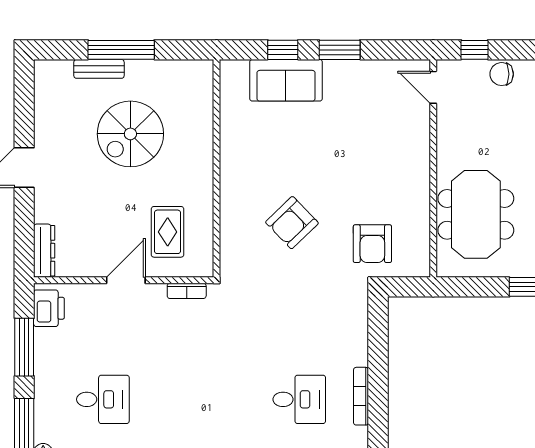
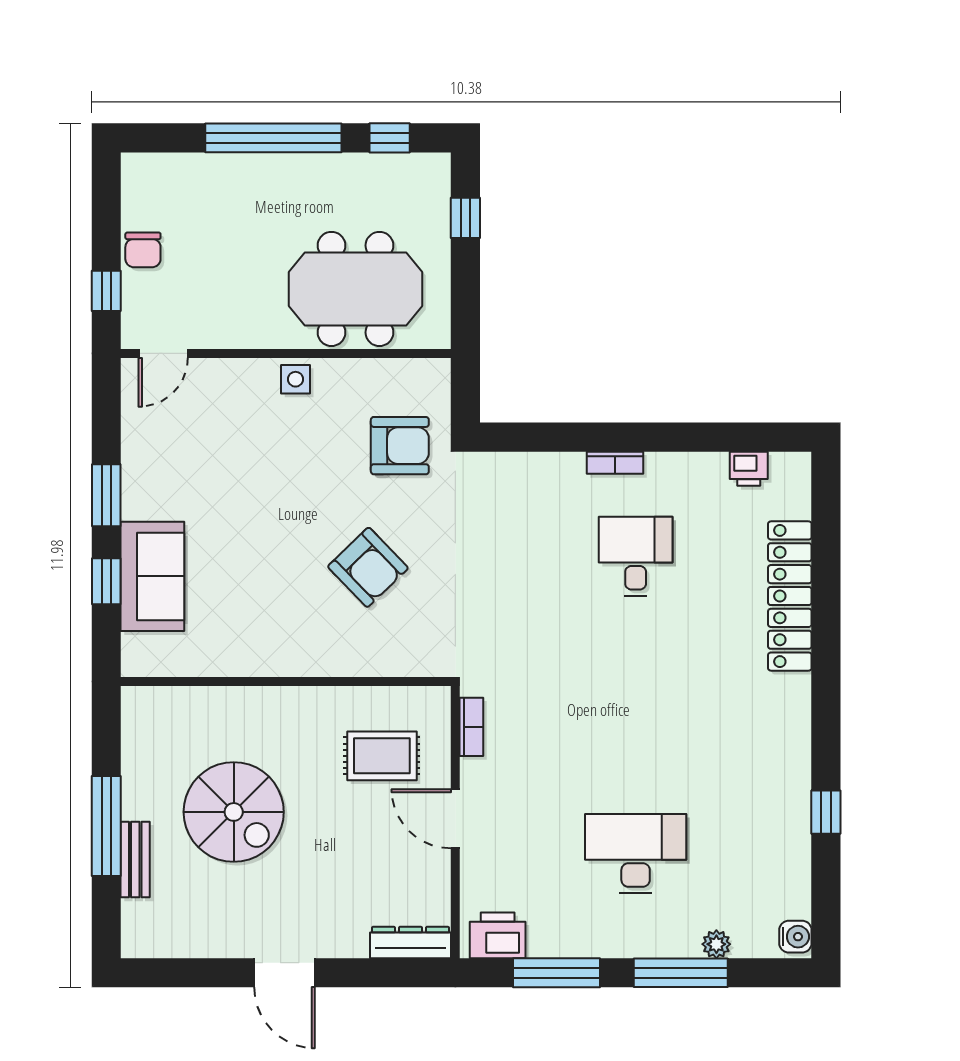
side table: (416, 175) -> (296, 379), added
bookcase: (361, 396) -> (615, 463), width x0.64
desk: (103, 399) -> (636, 854), width x1.37

